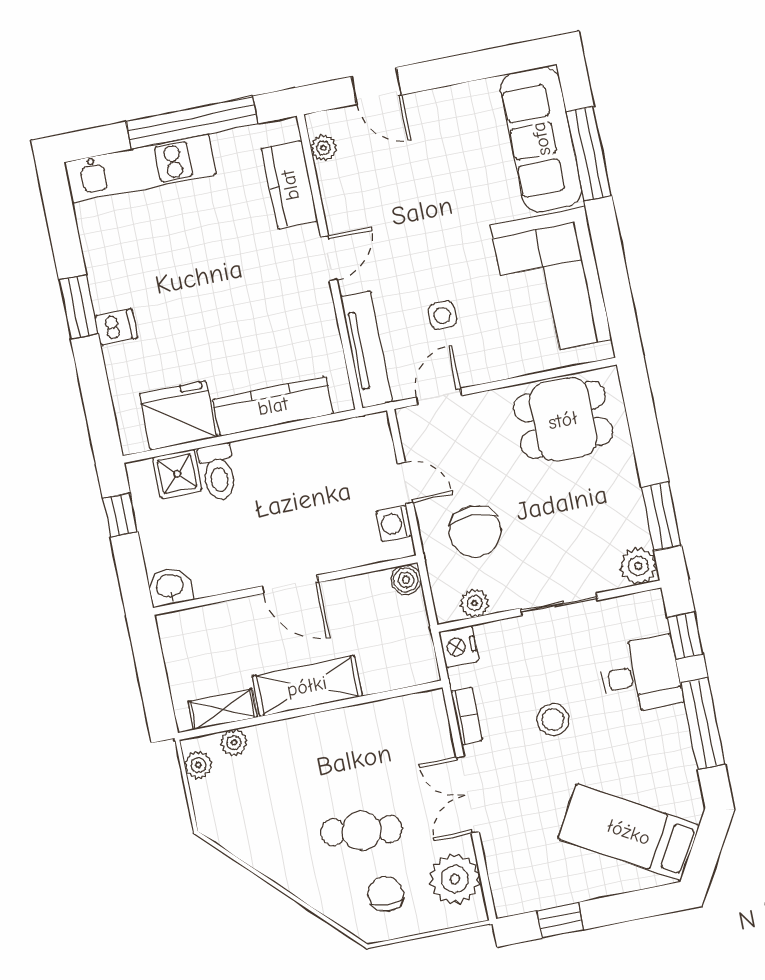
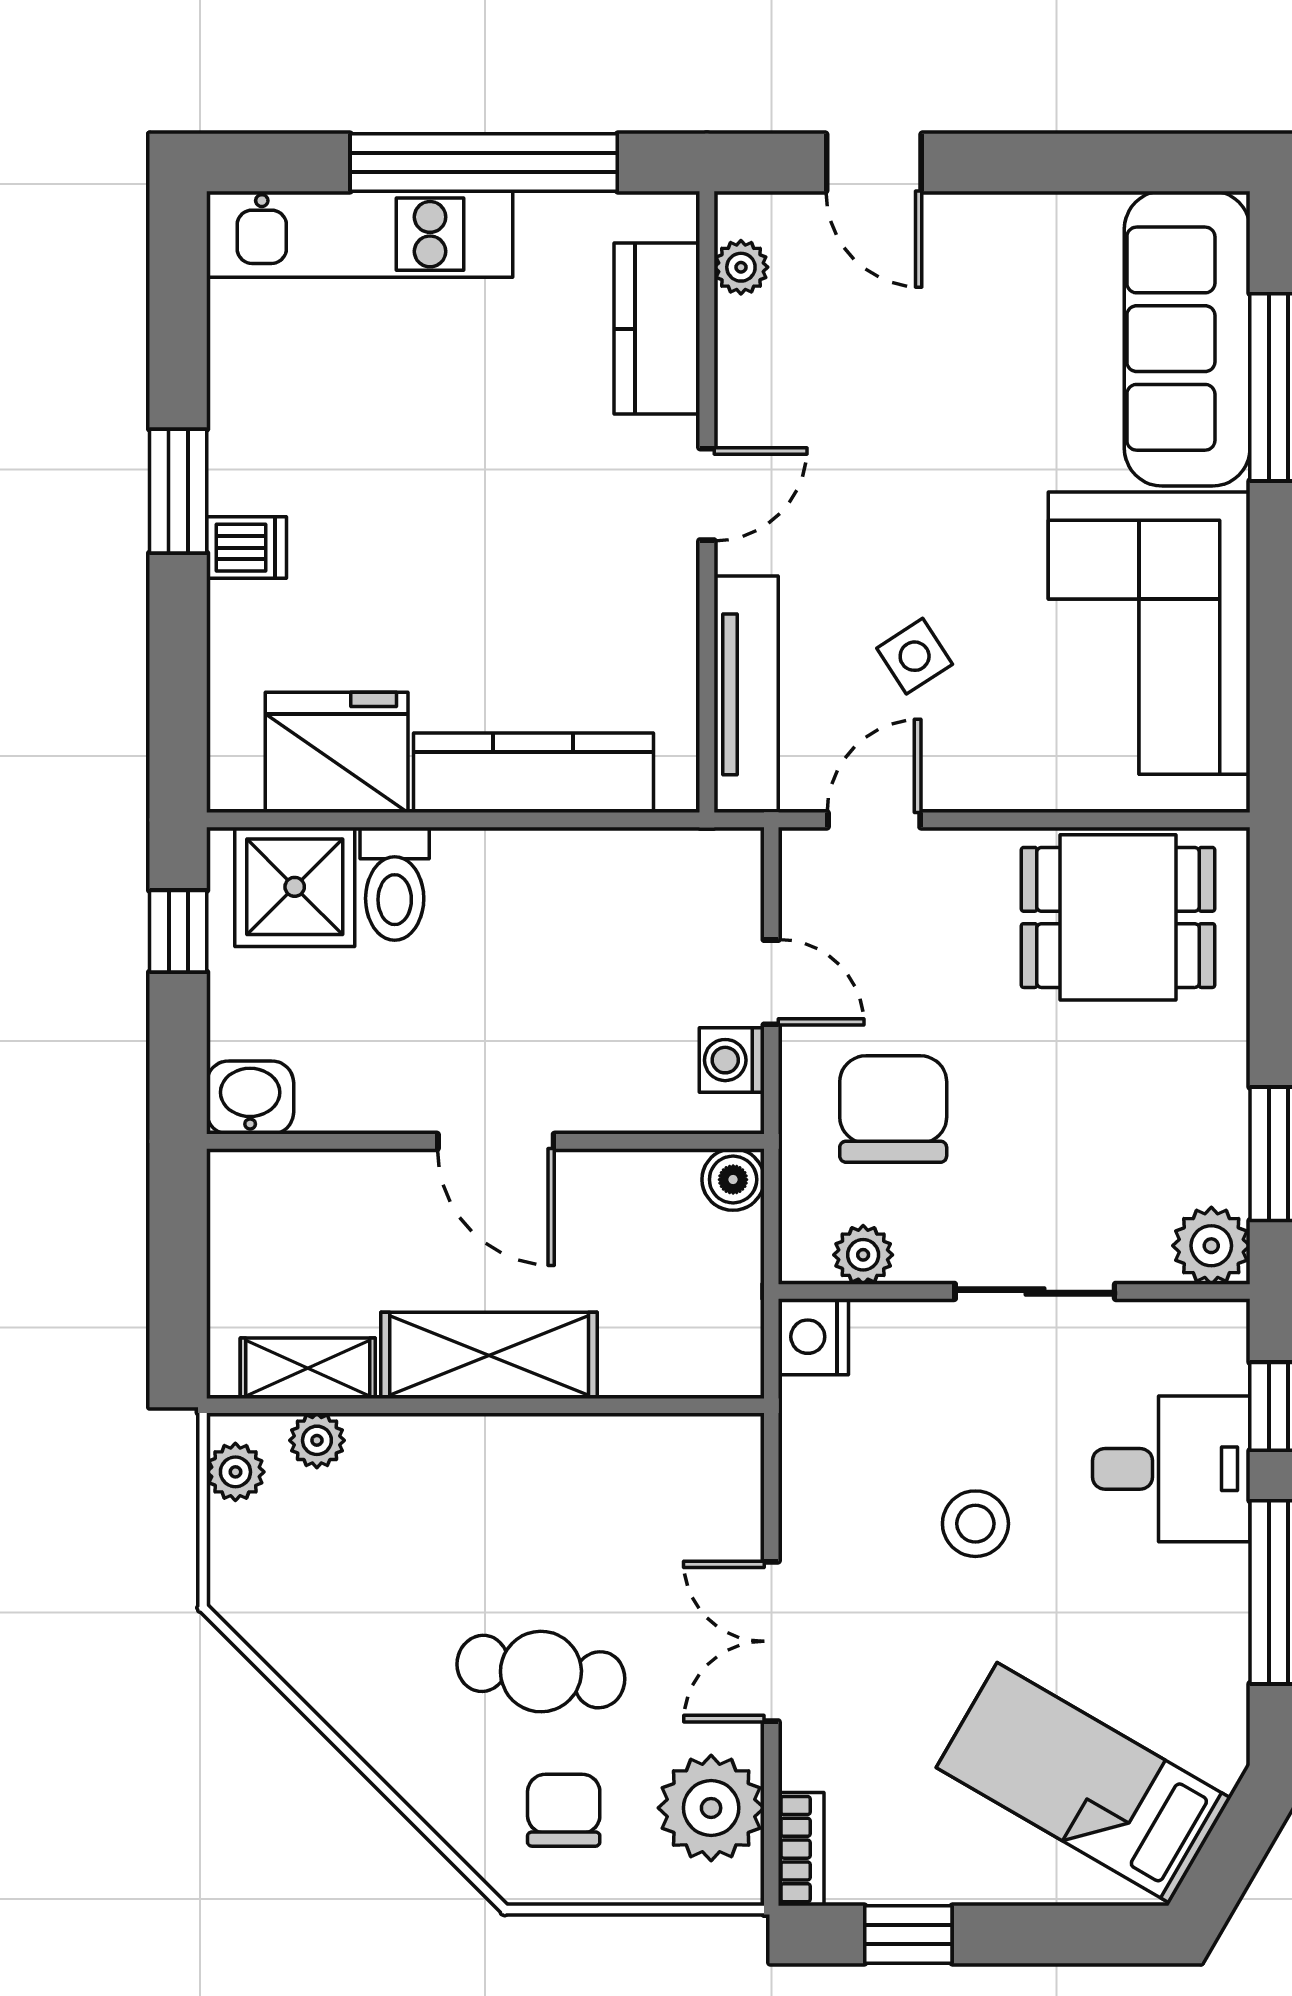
side table: (442, 315) -> (915, 656), turned -33
shower: (177, 474) -> (295, 887), width x1.36, depth x1.36
chair: (475, 531) -> (893, 1109), turned 180
bookcase: (467, 716) -> (801, 1849), moved

